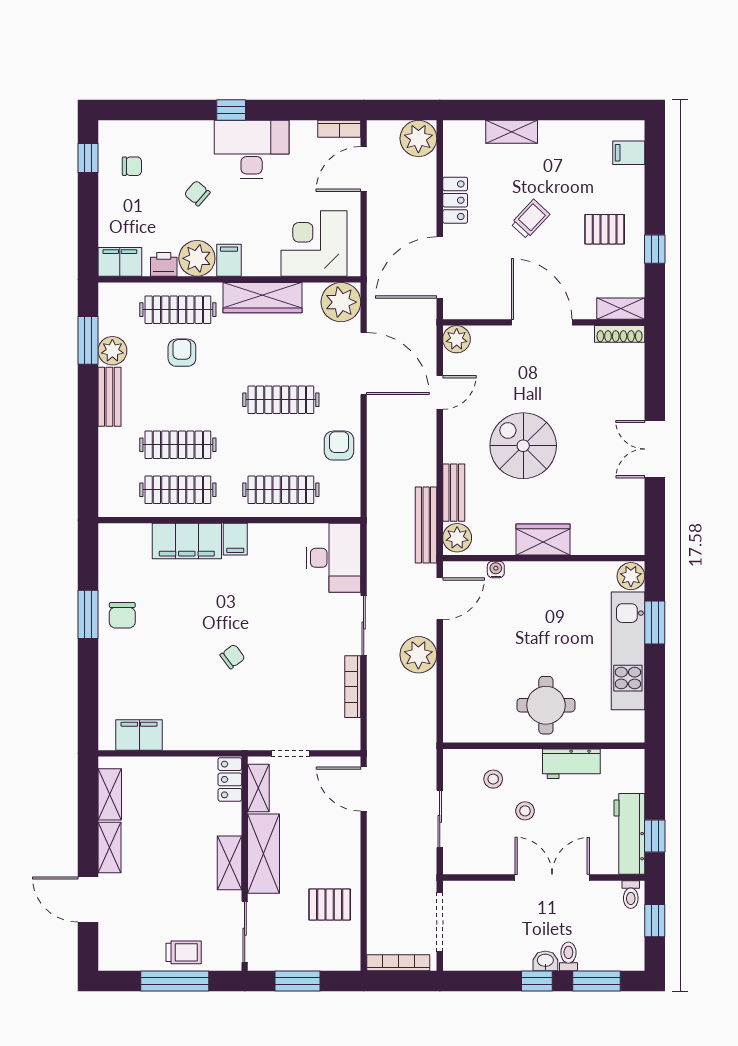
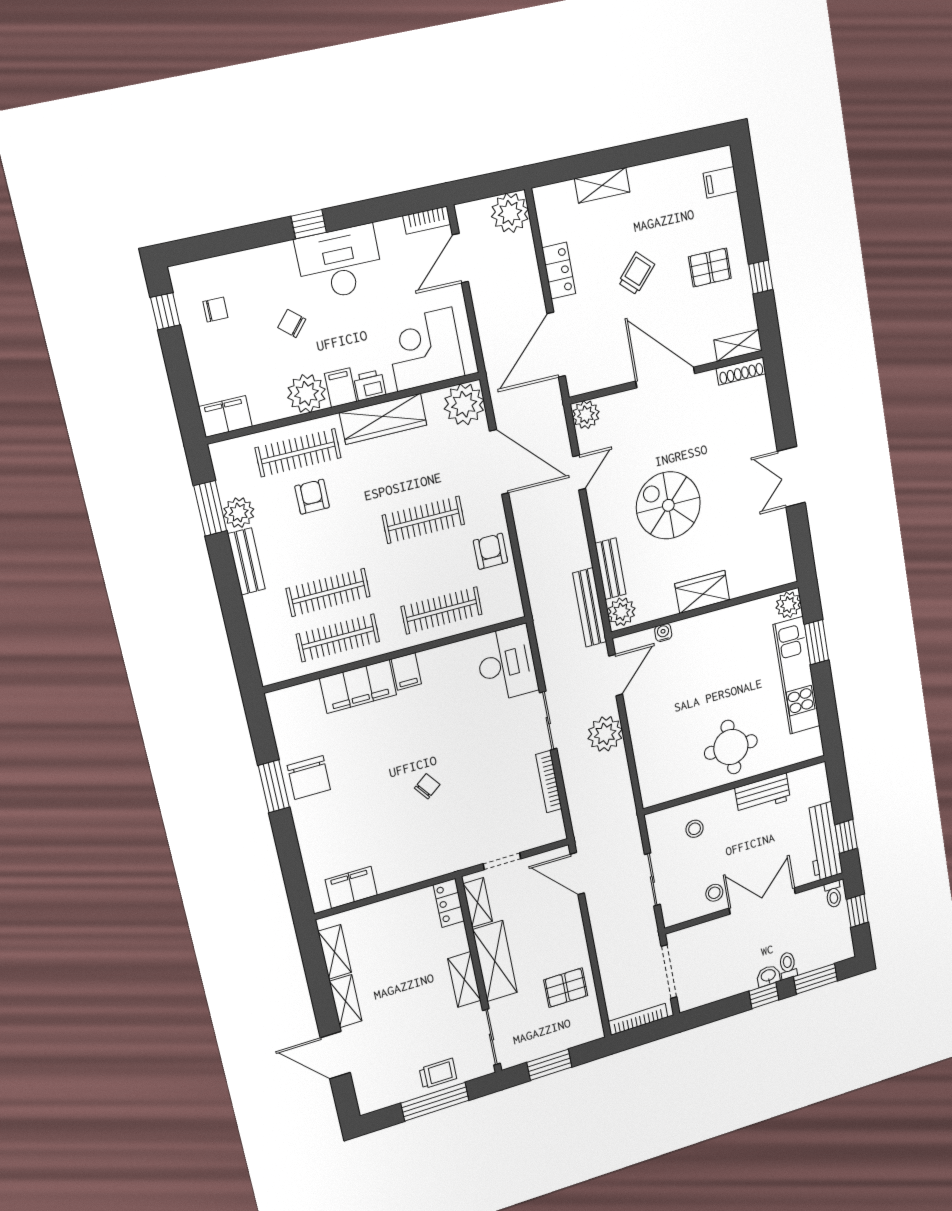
printer: (164, 264) -> (370, 385), moved
chair: (122, 615) -> (309, 777), width x1.37, depth x1.37
stool: (525, 811) -> (714, 893), moved

